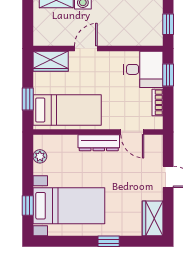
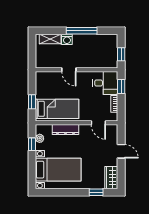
door: (86, 49) -> (69, 70), swing flipped
wardrobe: (51, 61) -> (46, 78), removed
dresser: (99, 143) -> (66, 130), moved
window: (28, 206) -> (32, 144), moved
window: (109, 241) -> (96, 192), moved

